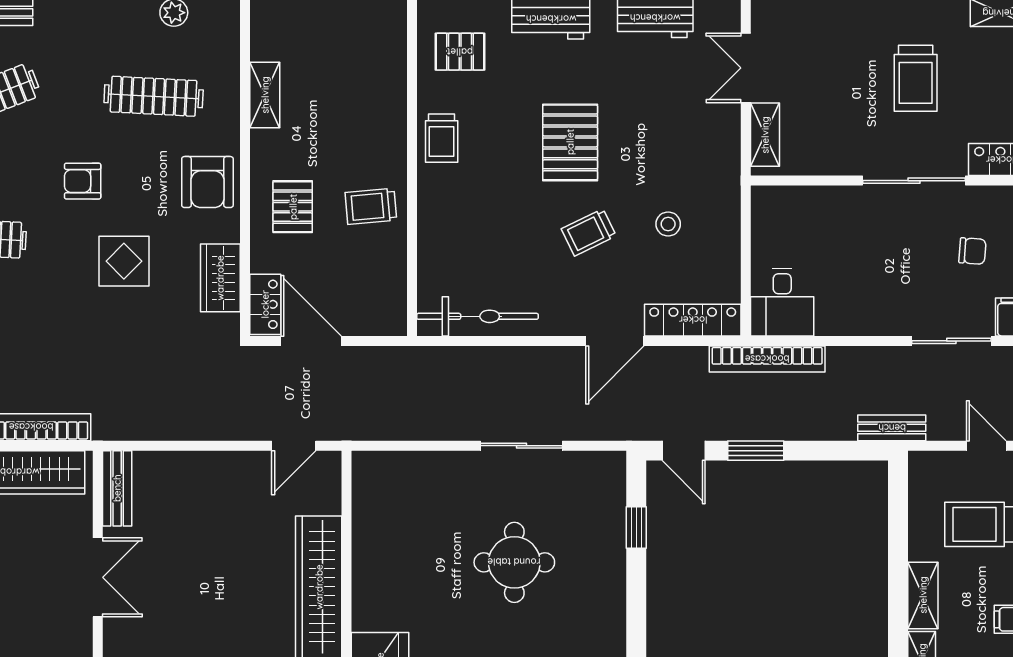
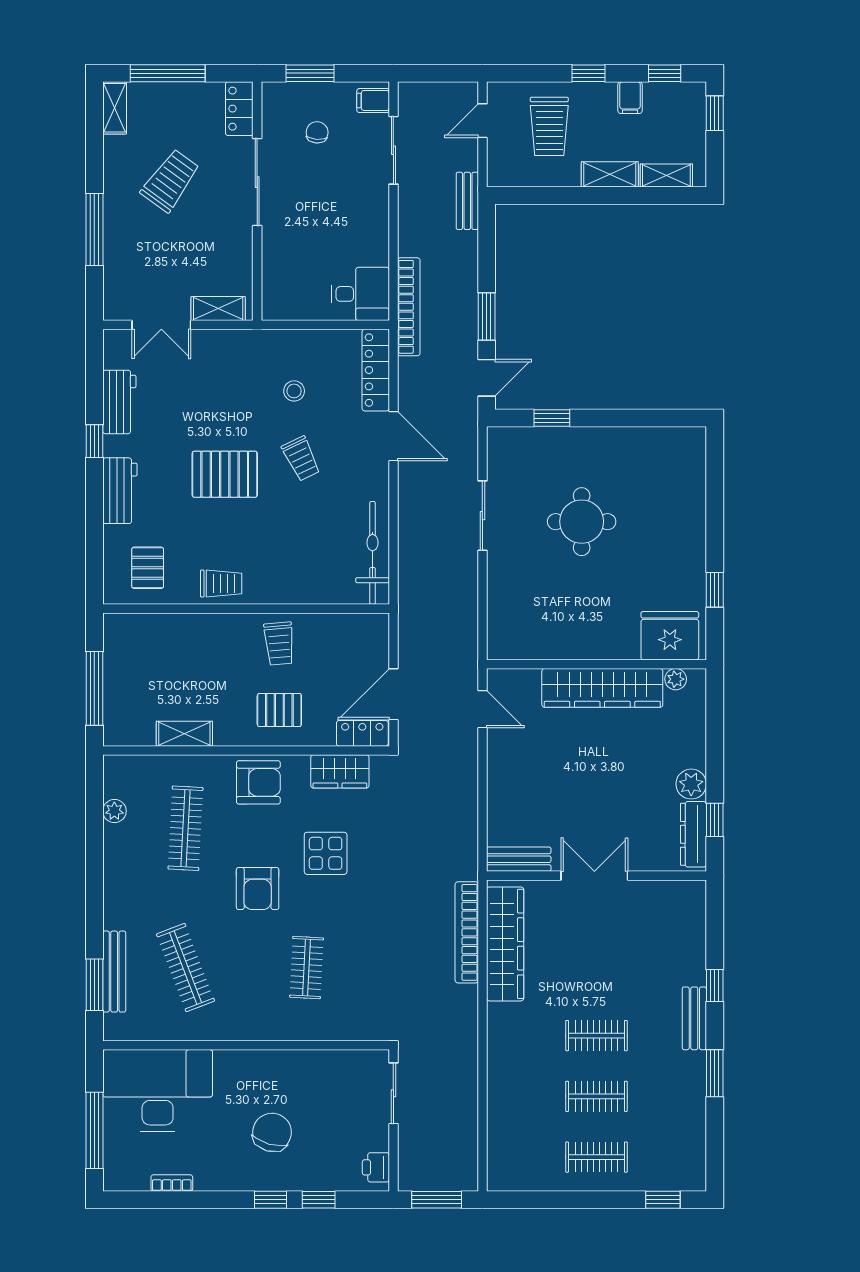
trolley: (916, 78) -> (170, 181), turned -54
armchair: (83, 181) -> (258, 889), width x1.38, depth x1.38

